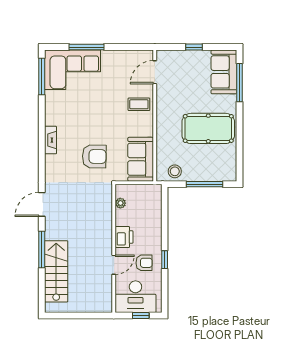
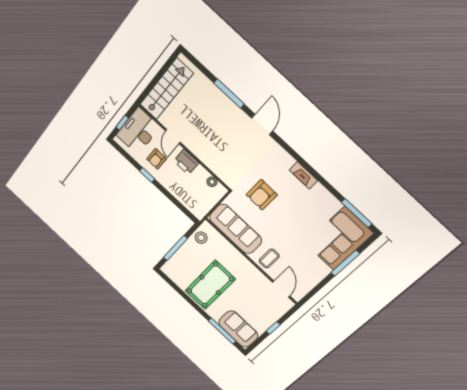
sofa: (141, 159) -> (236, 229), width x1.36
stairs: (56, 271) -> (166, 89), moved, turned -90

